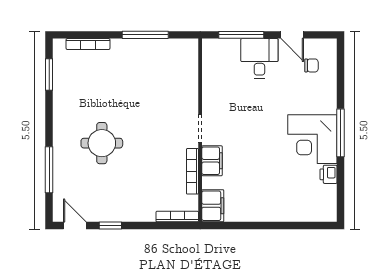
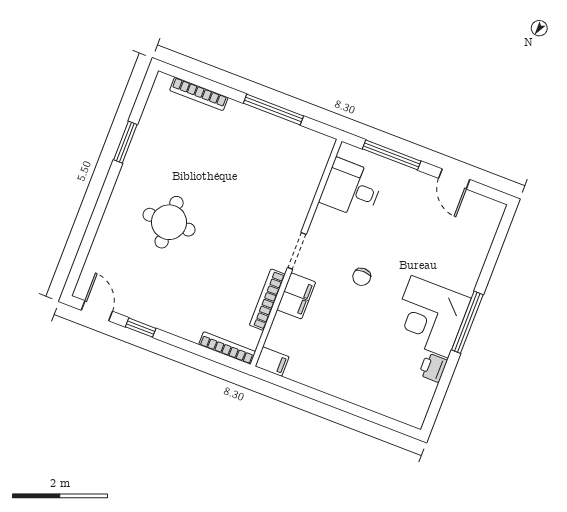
desk: (259, 58) -> (351, 189), moved, turned -90
chair: (311, 65) -> (362, 277), moved, turned 90
window: (49, 75) -> (125, 142), moved
window: (49, 170) -> (92, 230), removed
filing cabinet: (213, 206) -> (272, 362), width x0.50

